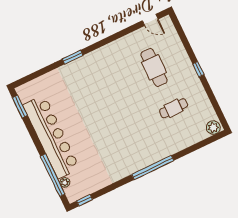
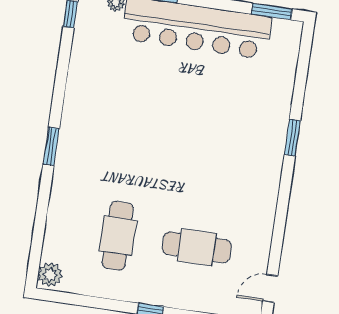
cafe table: (174, 108) -> (118, 236), width x1.37, depth x1.35
window: (153, 168) -> (51, 146), width x0.47

